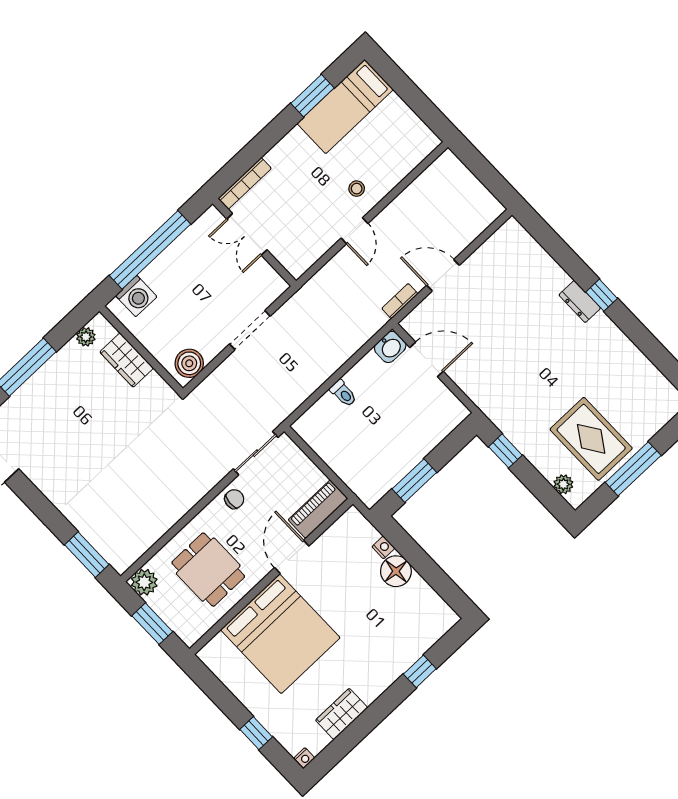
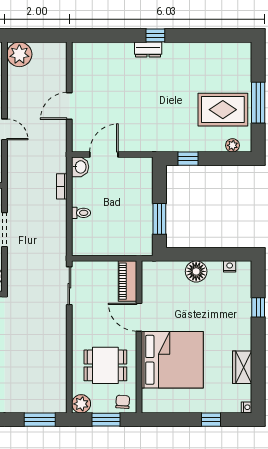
plant: (447, 172) -> (19, 54), added
bookcase: (400, 301) -> (62, 186), moved
chair: (234, 499) -> (123, 402), moved
nightstand: (383, 547) -> (230, 266), moved

